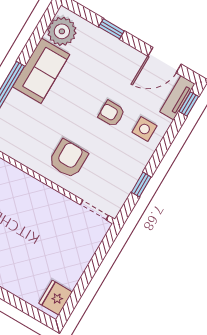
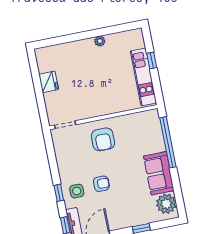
window: (141, 185) -> (59, 193), moved
fridge: (56, 298) -> (49, 82), moved

